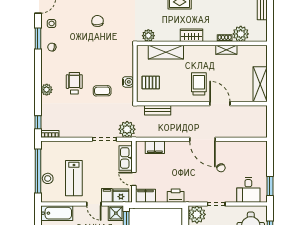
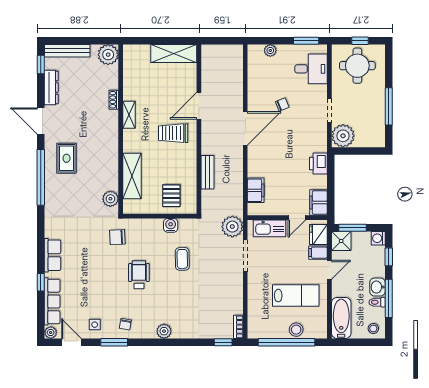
chair: (98, 21) -> (117, 237), moved
plant: (241, 34) -> (108, 55), moved
wardrobe: (191, 35) -> (110, 143), removed
shelving: (226, 50) -> (129, 115), moved
wheelchair: (74, 83) -> (139, 275), moved, turned 90
plant: (47, 90) -> (164, 331), moved
bench: (158, 110) -> (207, 172), moved
plant: (262, 159) -> (270, 50), added

